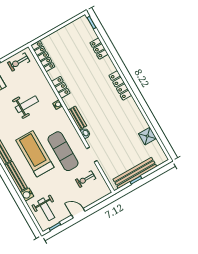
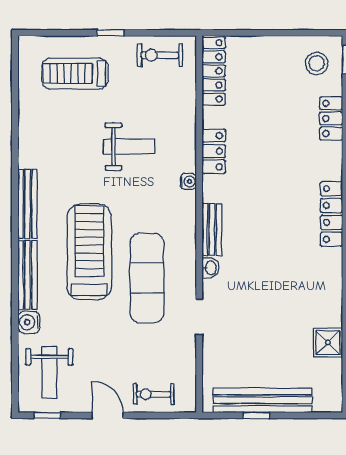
stool: (81, 30) -> (317, 63), added
exercise bike: (86, 179) -> (154, 394), moved

